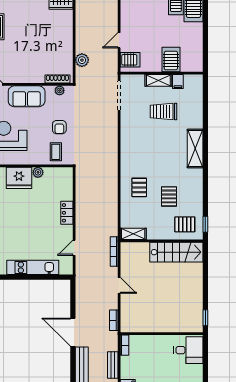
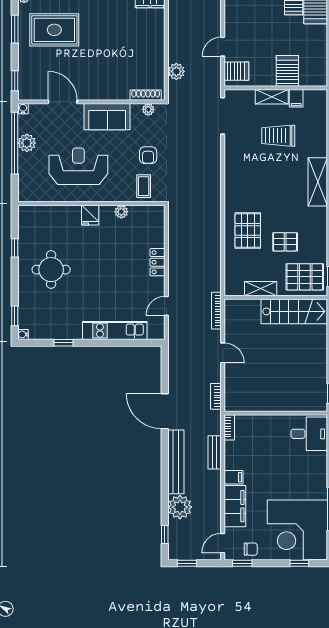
fridge: (19, 178) -> (90, 215), width x0.53, depth x0.75
pallet: (139, 187) -> (248, 230), width x1.50, depth x1.42
pallet: (169, 196) -> (285, 242), turned 90
pallet: (185, 224) -> (305, 277), width x1.50, depth x1.42
shelving: (133, 234) -> (261, 289), moved

